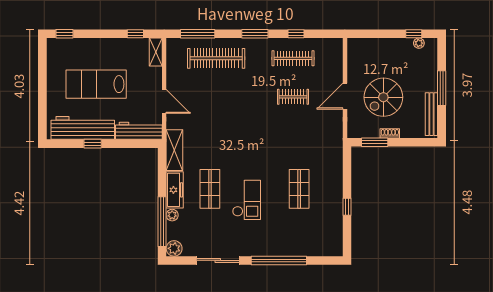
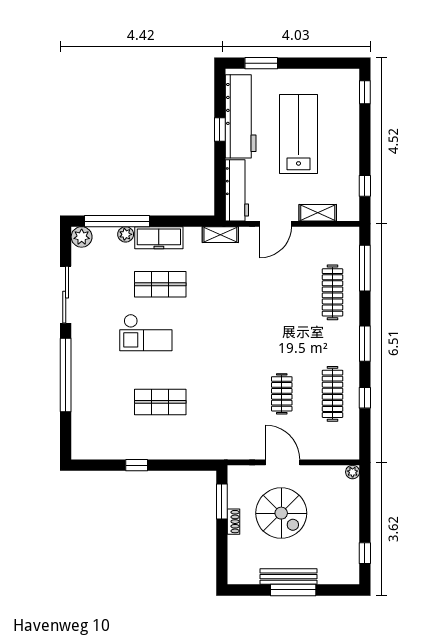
plant: (419, 43) -> (353, 472), moved
shelving: (156, 52) -> (318, 213), moved
clothes rail: (216, 58) -> (333, 292), width x0.73, depth x0.76
spiral stairs: (383, 97) -> (281, 513), turned 180
window: (42, 112) -> (261, 63), added
bench: (431, 114) -> (289, 577), moved
shelving: (174, 150) -> (220, 235), width x0.67, depth x0.75

